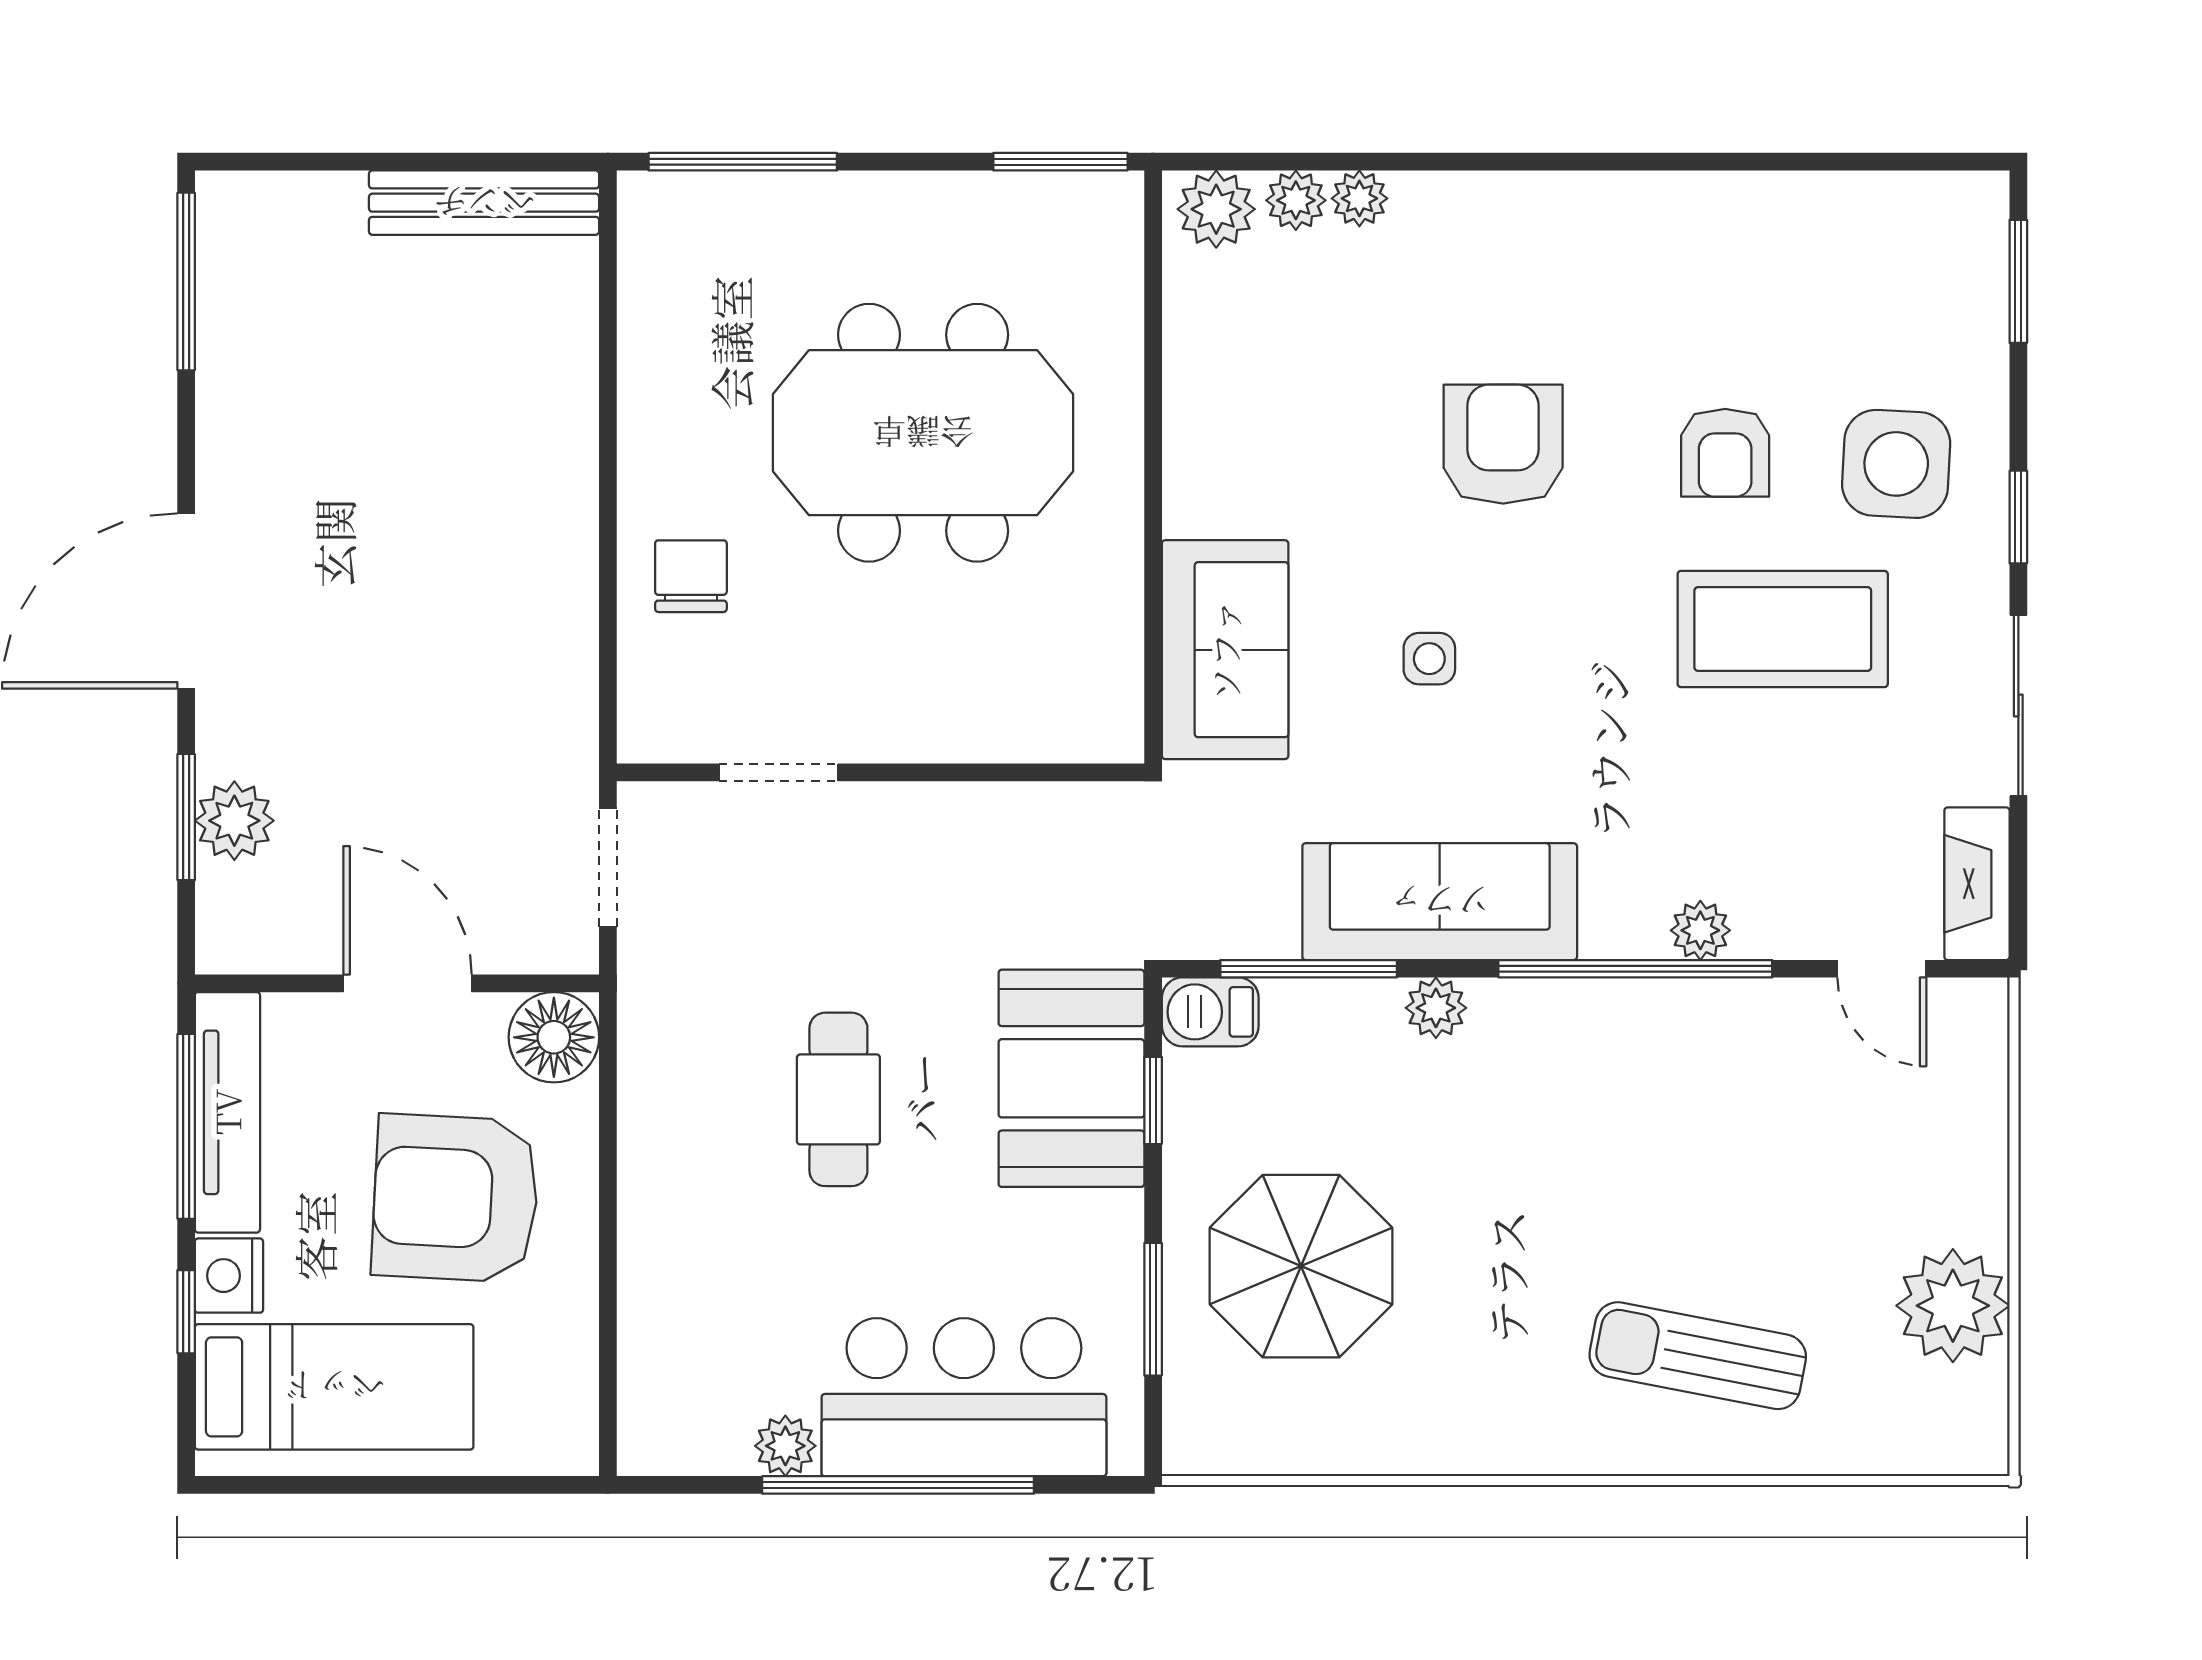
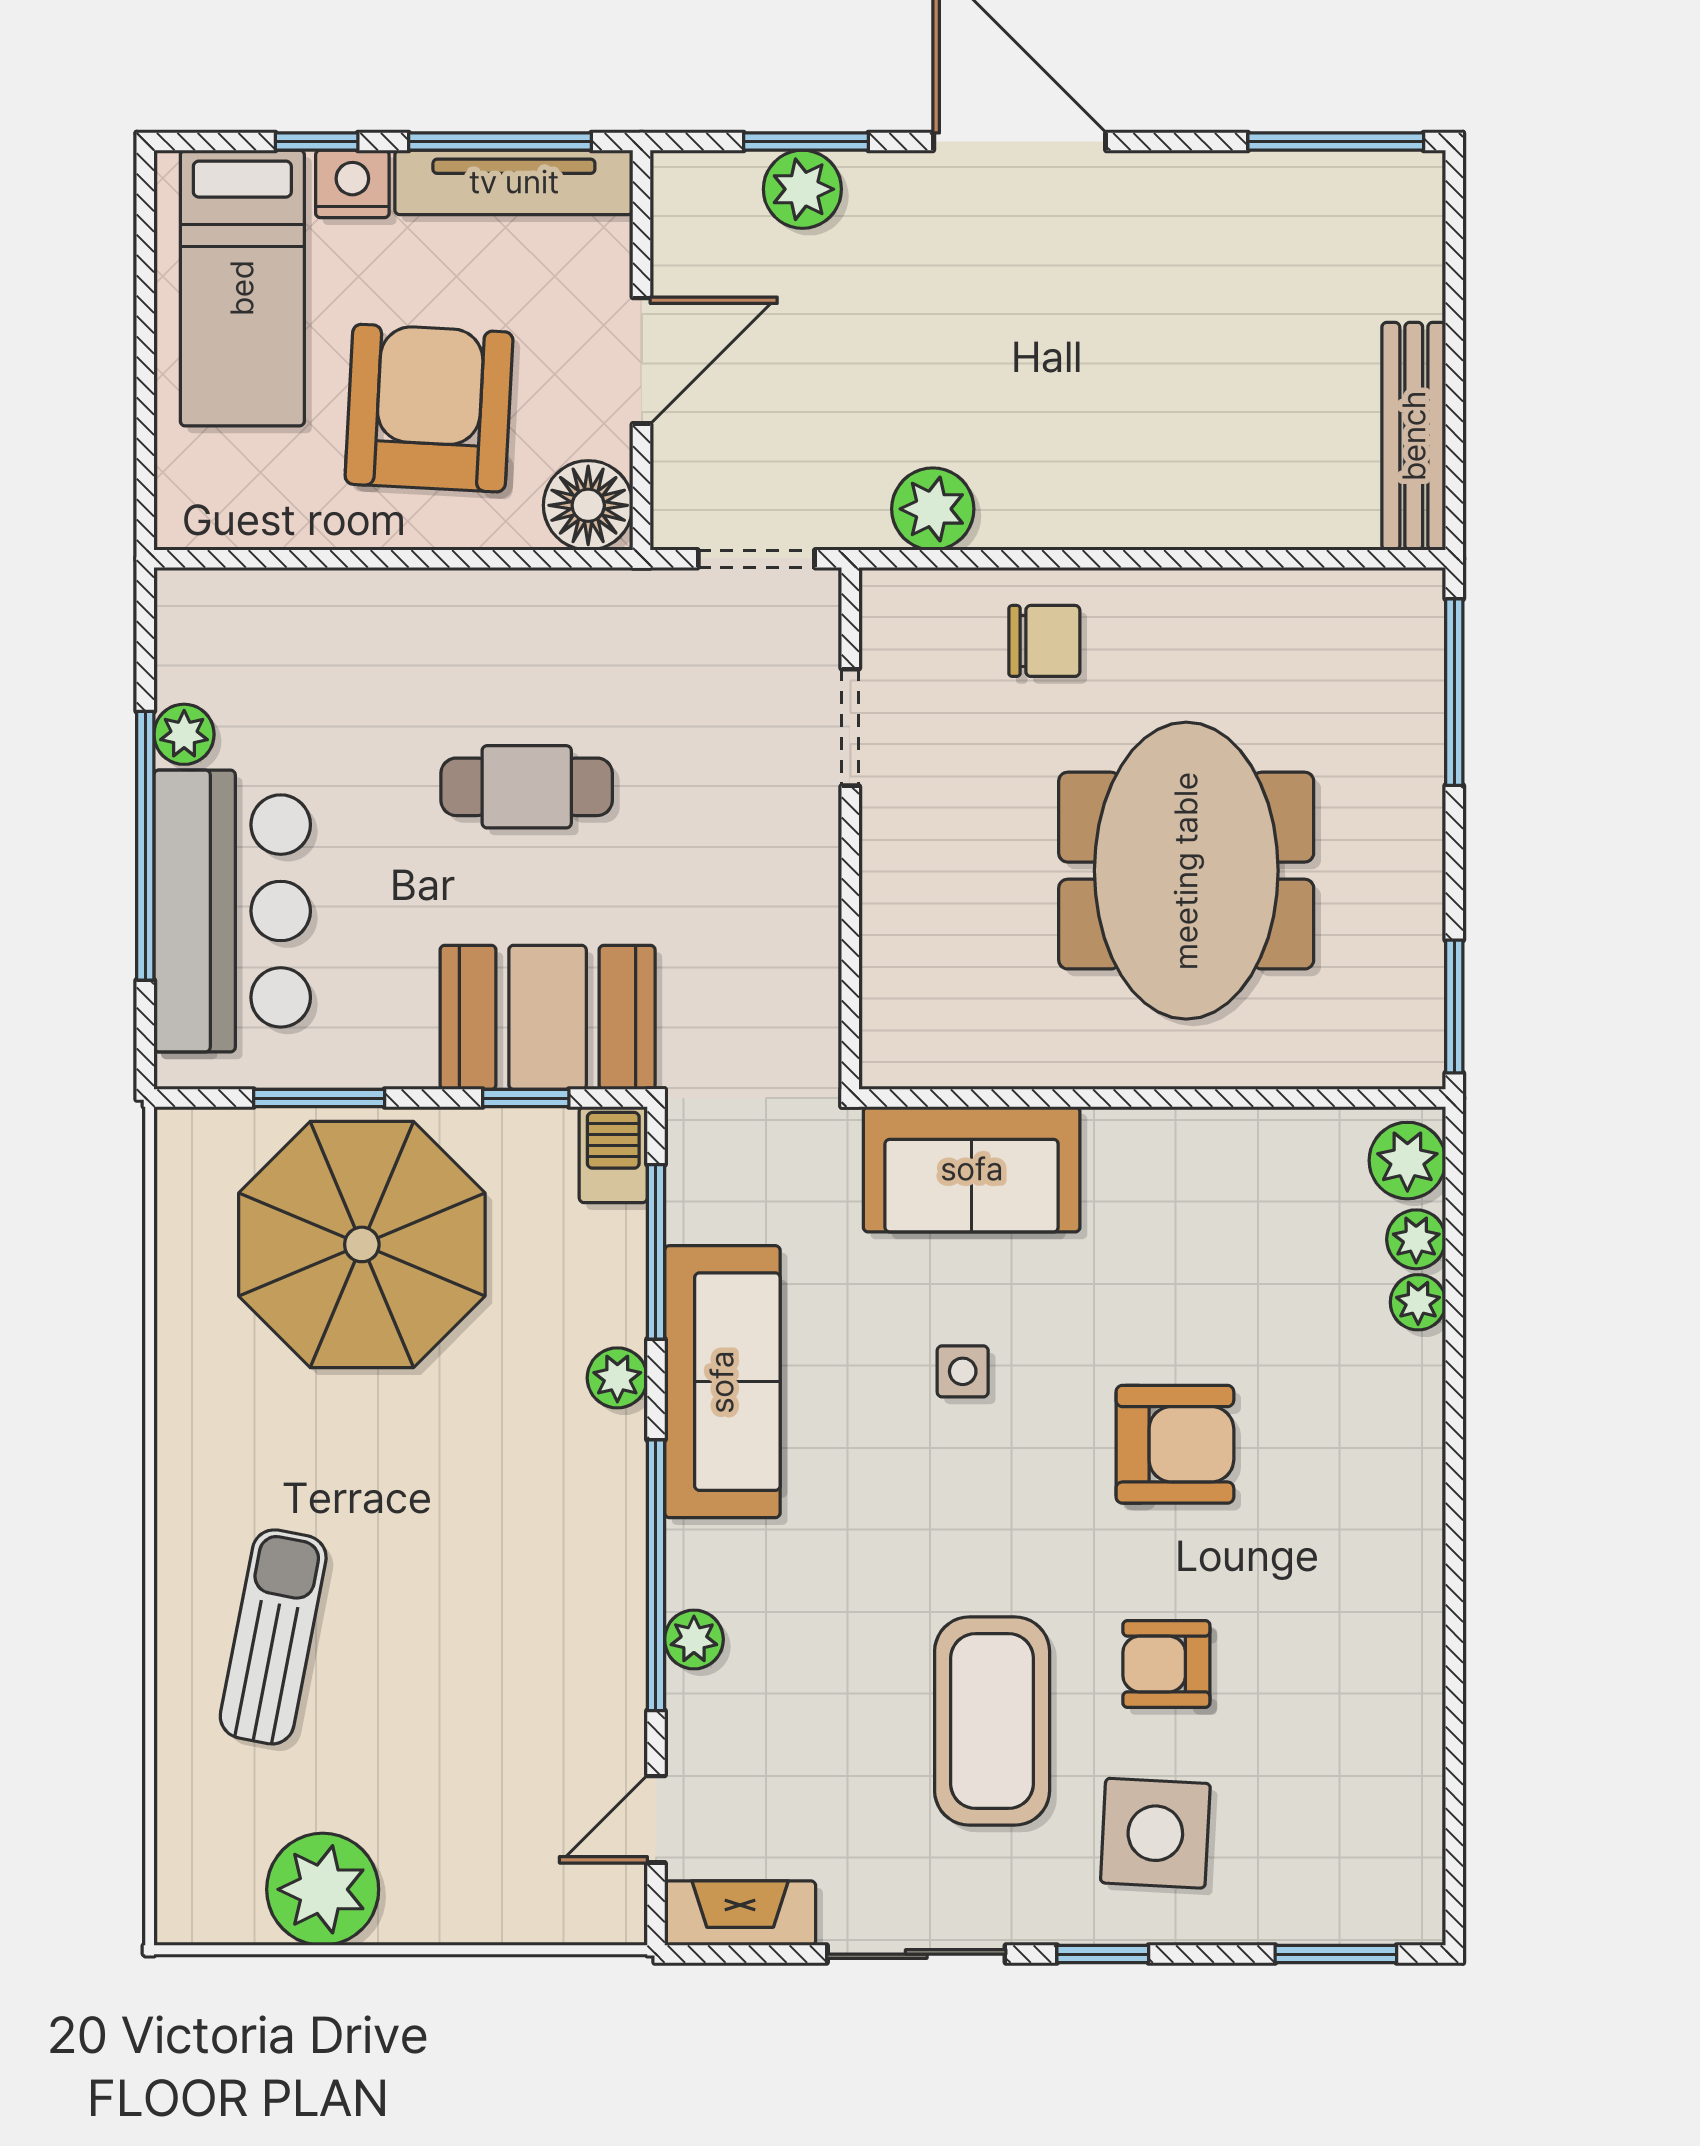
plant: (558, 689) -> (933, 509), added
parasol: (1301, 1266) -> (362, 1244), width x1.36, depth x1.36

